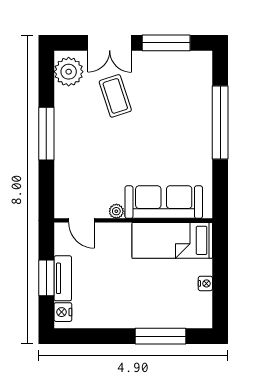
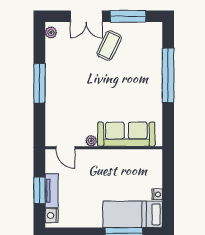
plant: (69, 72) -> (51, 33), width x0.53, depth x0.53
coffee table: (115, 96) -> (109, 45), moved, turned 44
bed: (172, 240) -> (133, 214), moved

